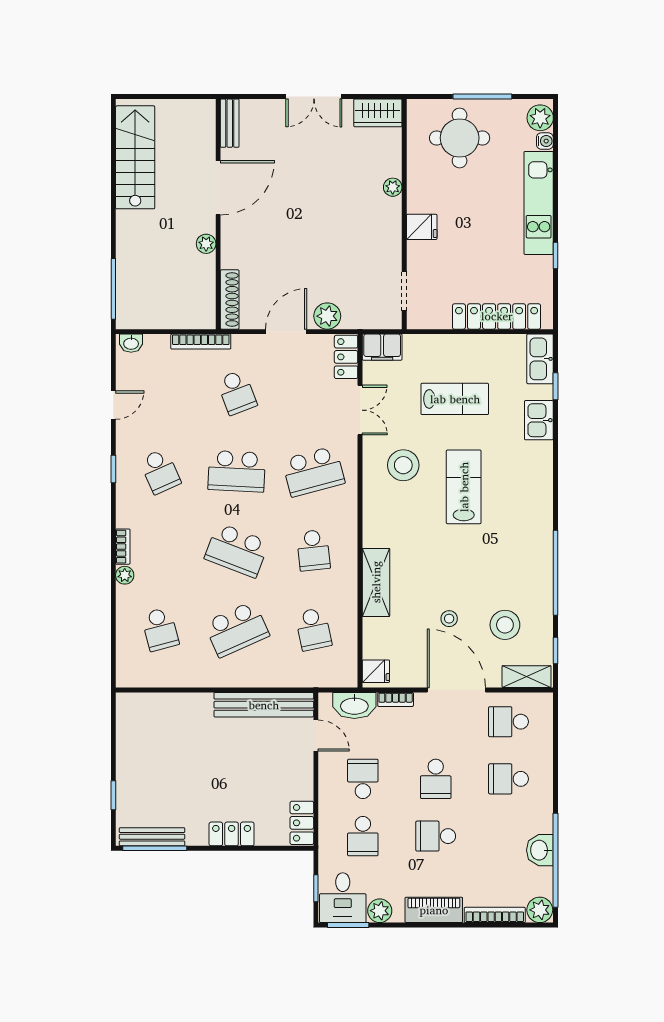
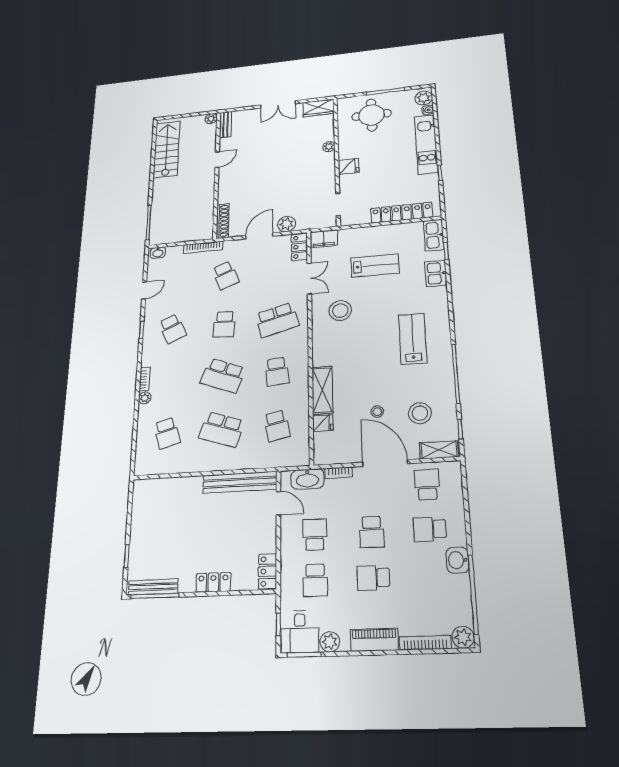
door: (218, 188) -> (217, 160), width x0.53
plant: (206, 244) -> (211, 119), moved
school desk: (237, 471) -> (224, 324), width x0.54
lab bench: (464, 487) -> (413, 339), moved
school desk: (237, 629) -> (221, 429), turned 42
fridge: (376, 671) -> (323, 423), moved
school desk: (509, 722) -> (427, 485), turned 90
washbasin: (540, 850) -> (458, 560), moved

